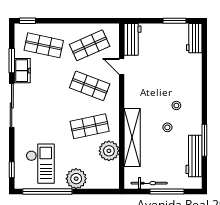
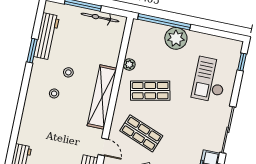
shelving: (132, 137) -> (102, 97), moved
window: (204, 140) -> (32, 51), width x0.69
plant: (109, 151) -> (129, 64), width x0.53, depth x0.53
checkout: (40, 164) -> (210, 80), moved
window: (47, 191) -> (164, 22), moved

